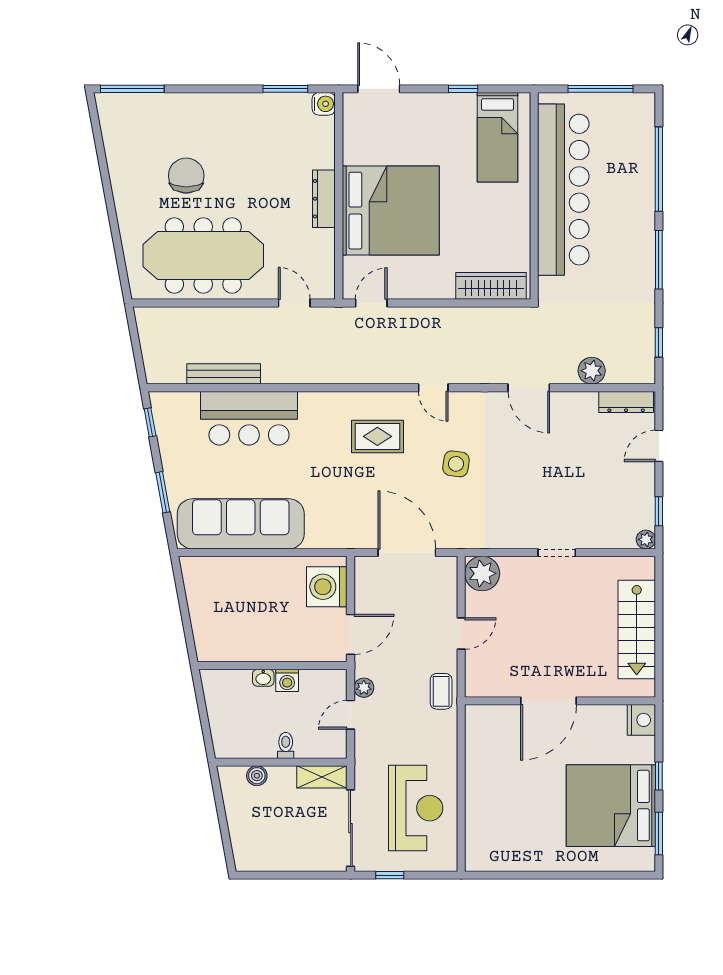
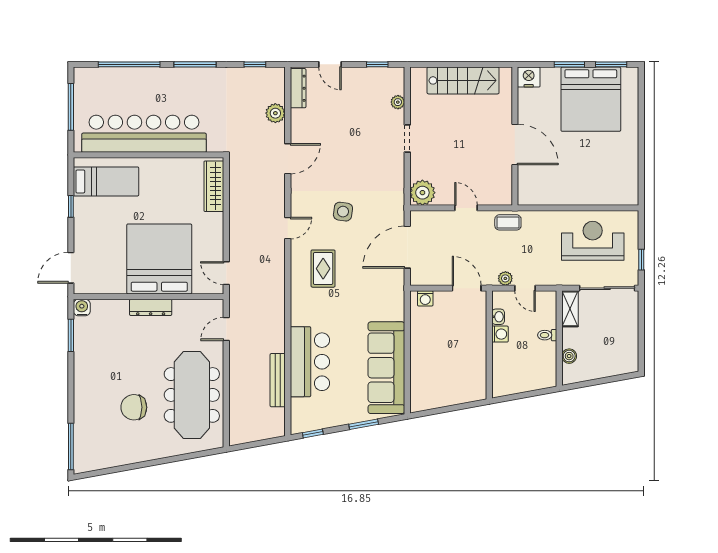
plant: (646, 539) -> (398, 102), moved
washing machine: (327, 587) -> (425, 298), width x0.53, depth x0.53
washbasin: (263, 678) -> (498, 317), moved
window: (659, 776) -> (569, 64), width x1.50

